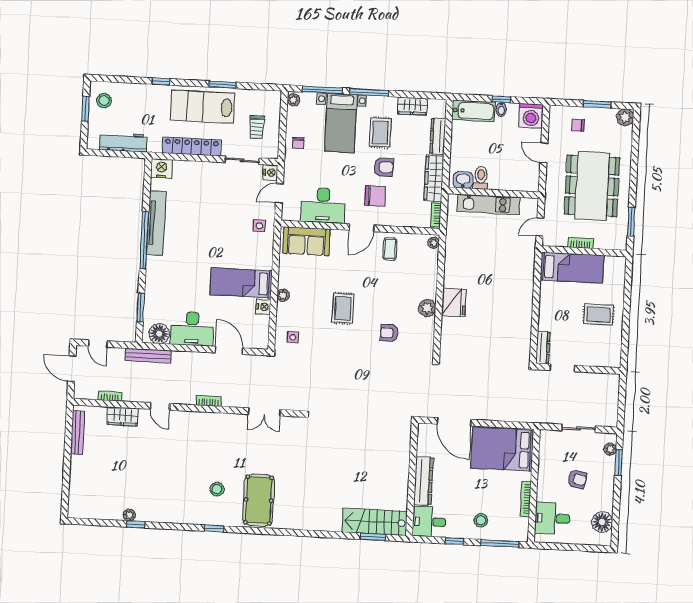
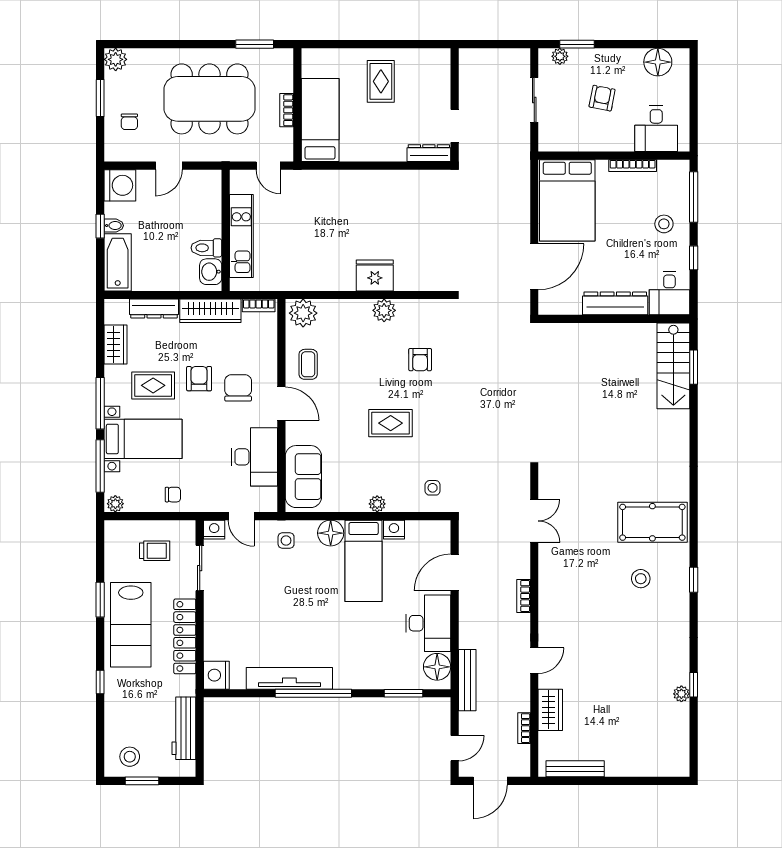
plant: (434, 243) -> (303, 313), width x1.87, depth x1.87
coffee table: (390, 249) -> (308, 364), turned 90
floor lamp: (263, 259) -> (331, 533), added

